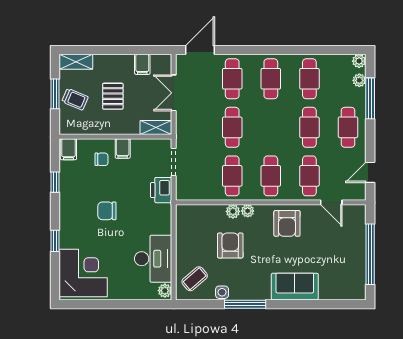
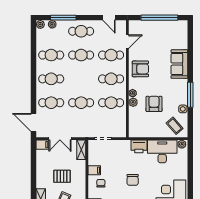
filing cabinet: (142, 64) -> (42, 145), moved
printer: (161, 190) -> (139, 146), moved
armchair: (230, 245) -> (154, 104), turned 90

